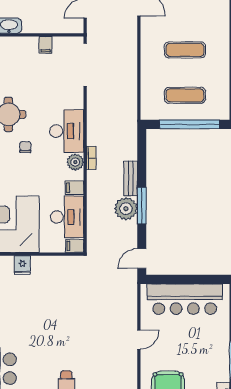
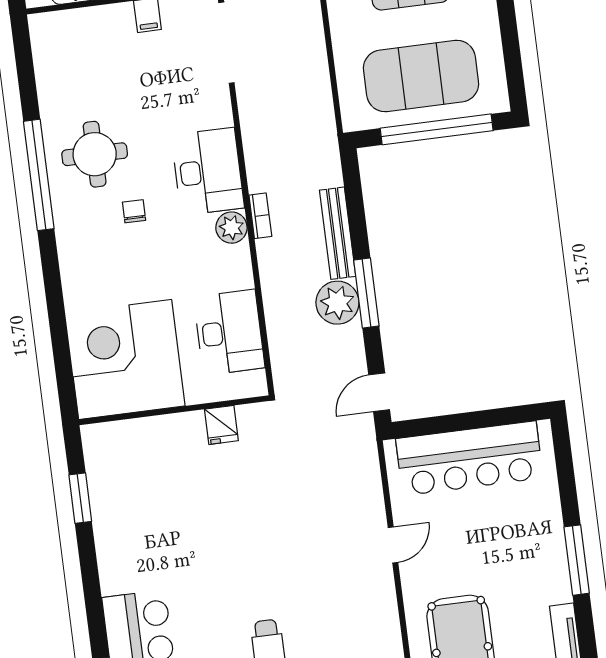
exercise mat: (185, 95) -> (421, 76), width x2.00, depth x1.45
bench: (131, 179) -> (338, 233), width x1.36
filing cabinet: (74, 188) -> (236, 276), removed
filing cabinet: (75, 246) -> (250, 385), removed
fridge: (22, 265) -> (221, 425), moved

